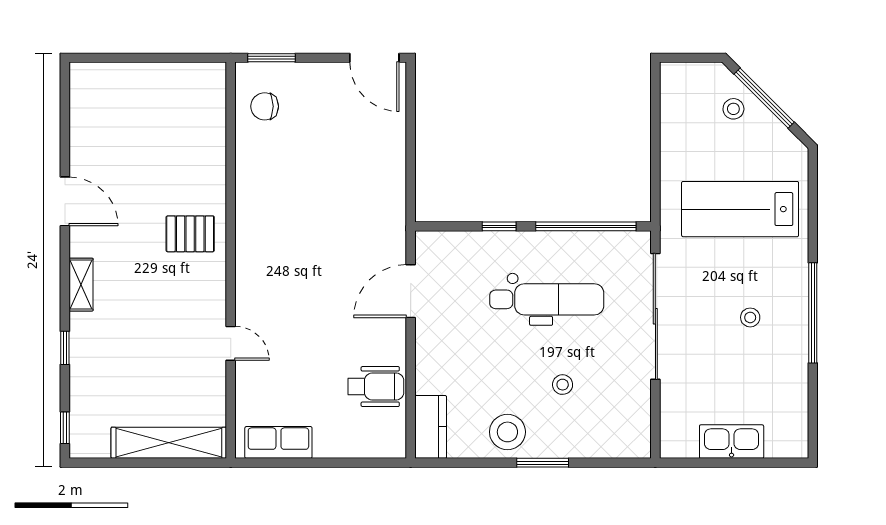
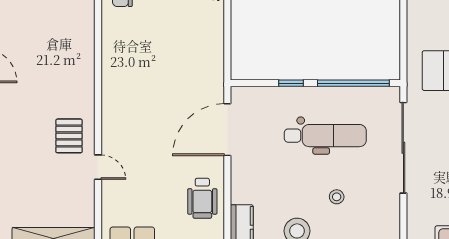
pallet: (190, 234) -> (69, 136), moved, turned 90
door: (411, 291) -> (227, 130), width x1.36
wheelchair: (376, 387) -> (202, 198), turned 90

